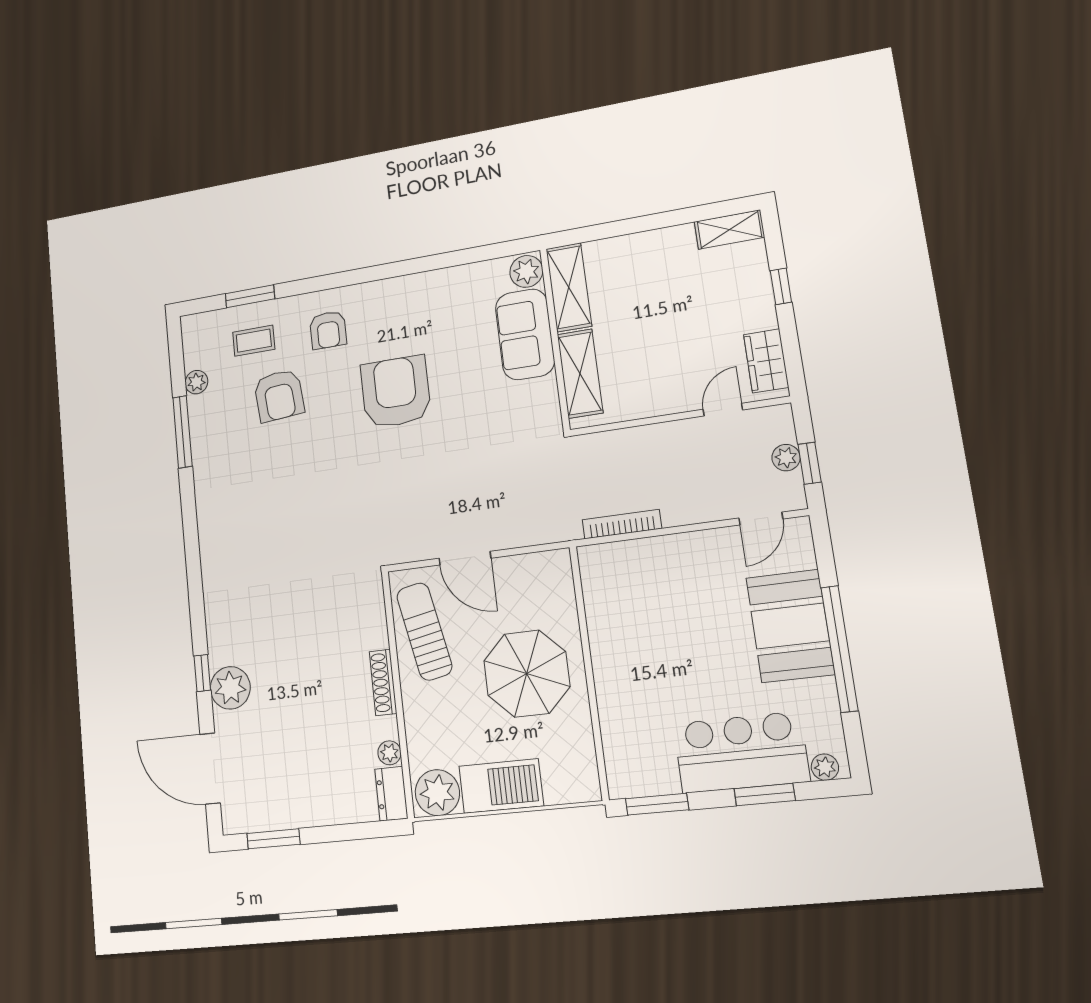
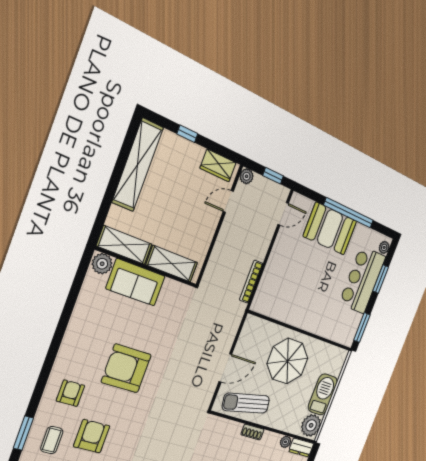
shelving: (729, 229) -> (138, 165), width x2.20, depth x1.33
armchair: (328, 330) -> (70, 393), turned -90
armchair: (279, 396) -> (92, 436), turned -85
door: (723, 410) -> (228, 201), hinge flipped
plant: (786, 458) -> (247, 176), moved
door: (761, 518) -> (283, 214), hinge flipped
shoe rack: (383, 682) -> (252, 432), width x0.70

